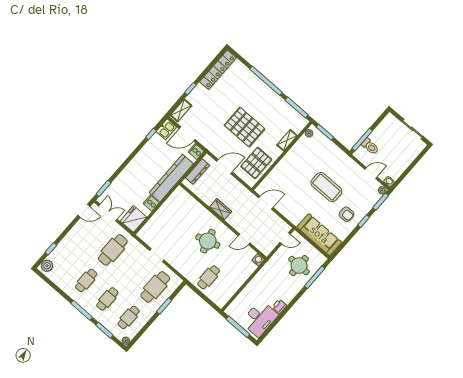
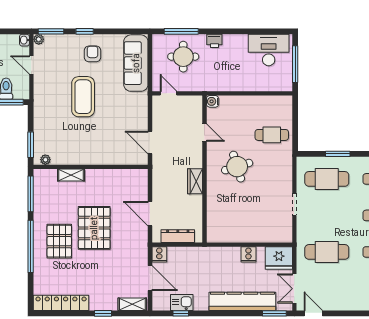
kitchen sink: (166, 129) -> (182, 303), moved
pallet: (256, 163) -> (59, 241), moved, turned 90
kitchen counter: (171, 178) -> (242, 301), moved, turned 180
printer: (279, 306) -> (214, 41), moved

